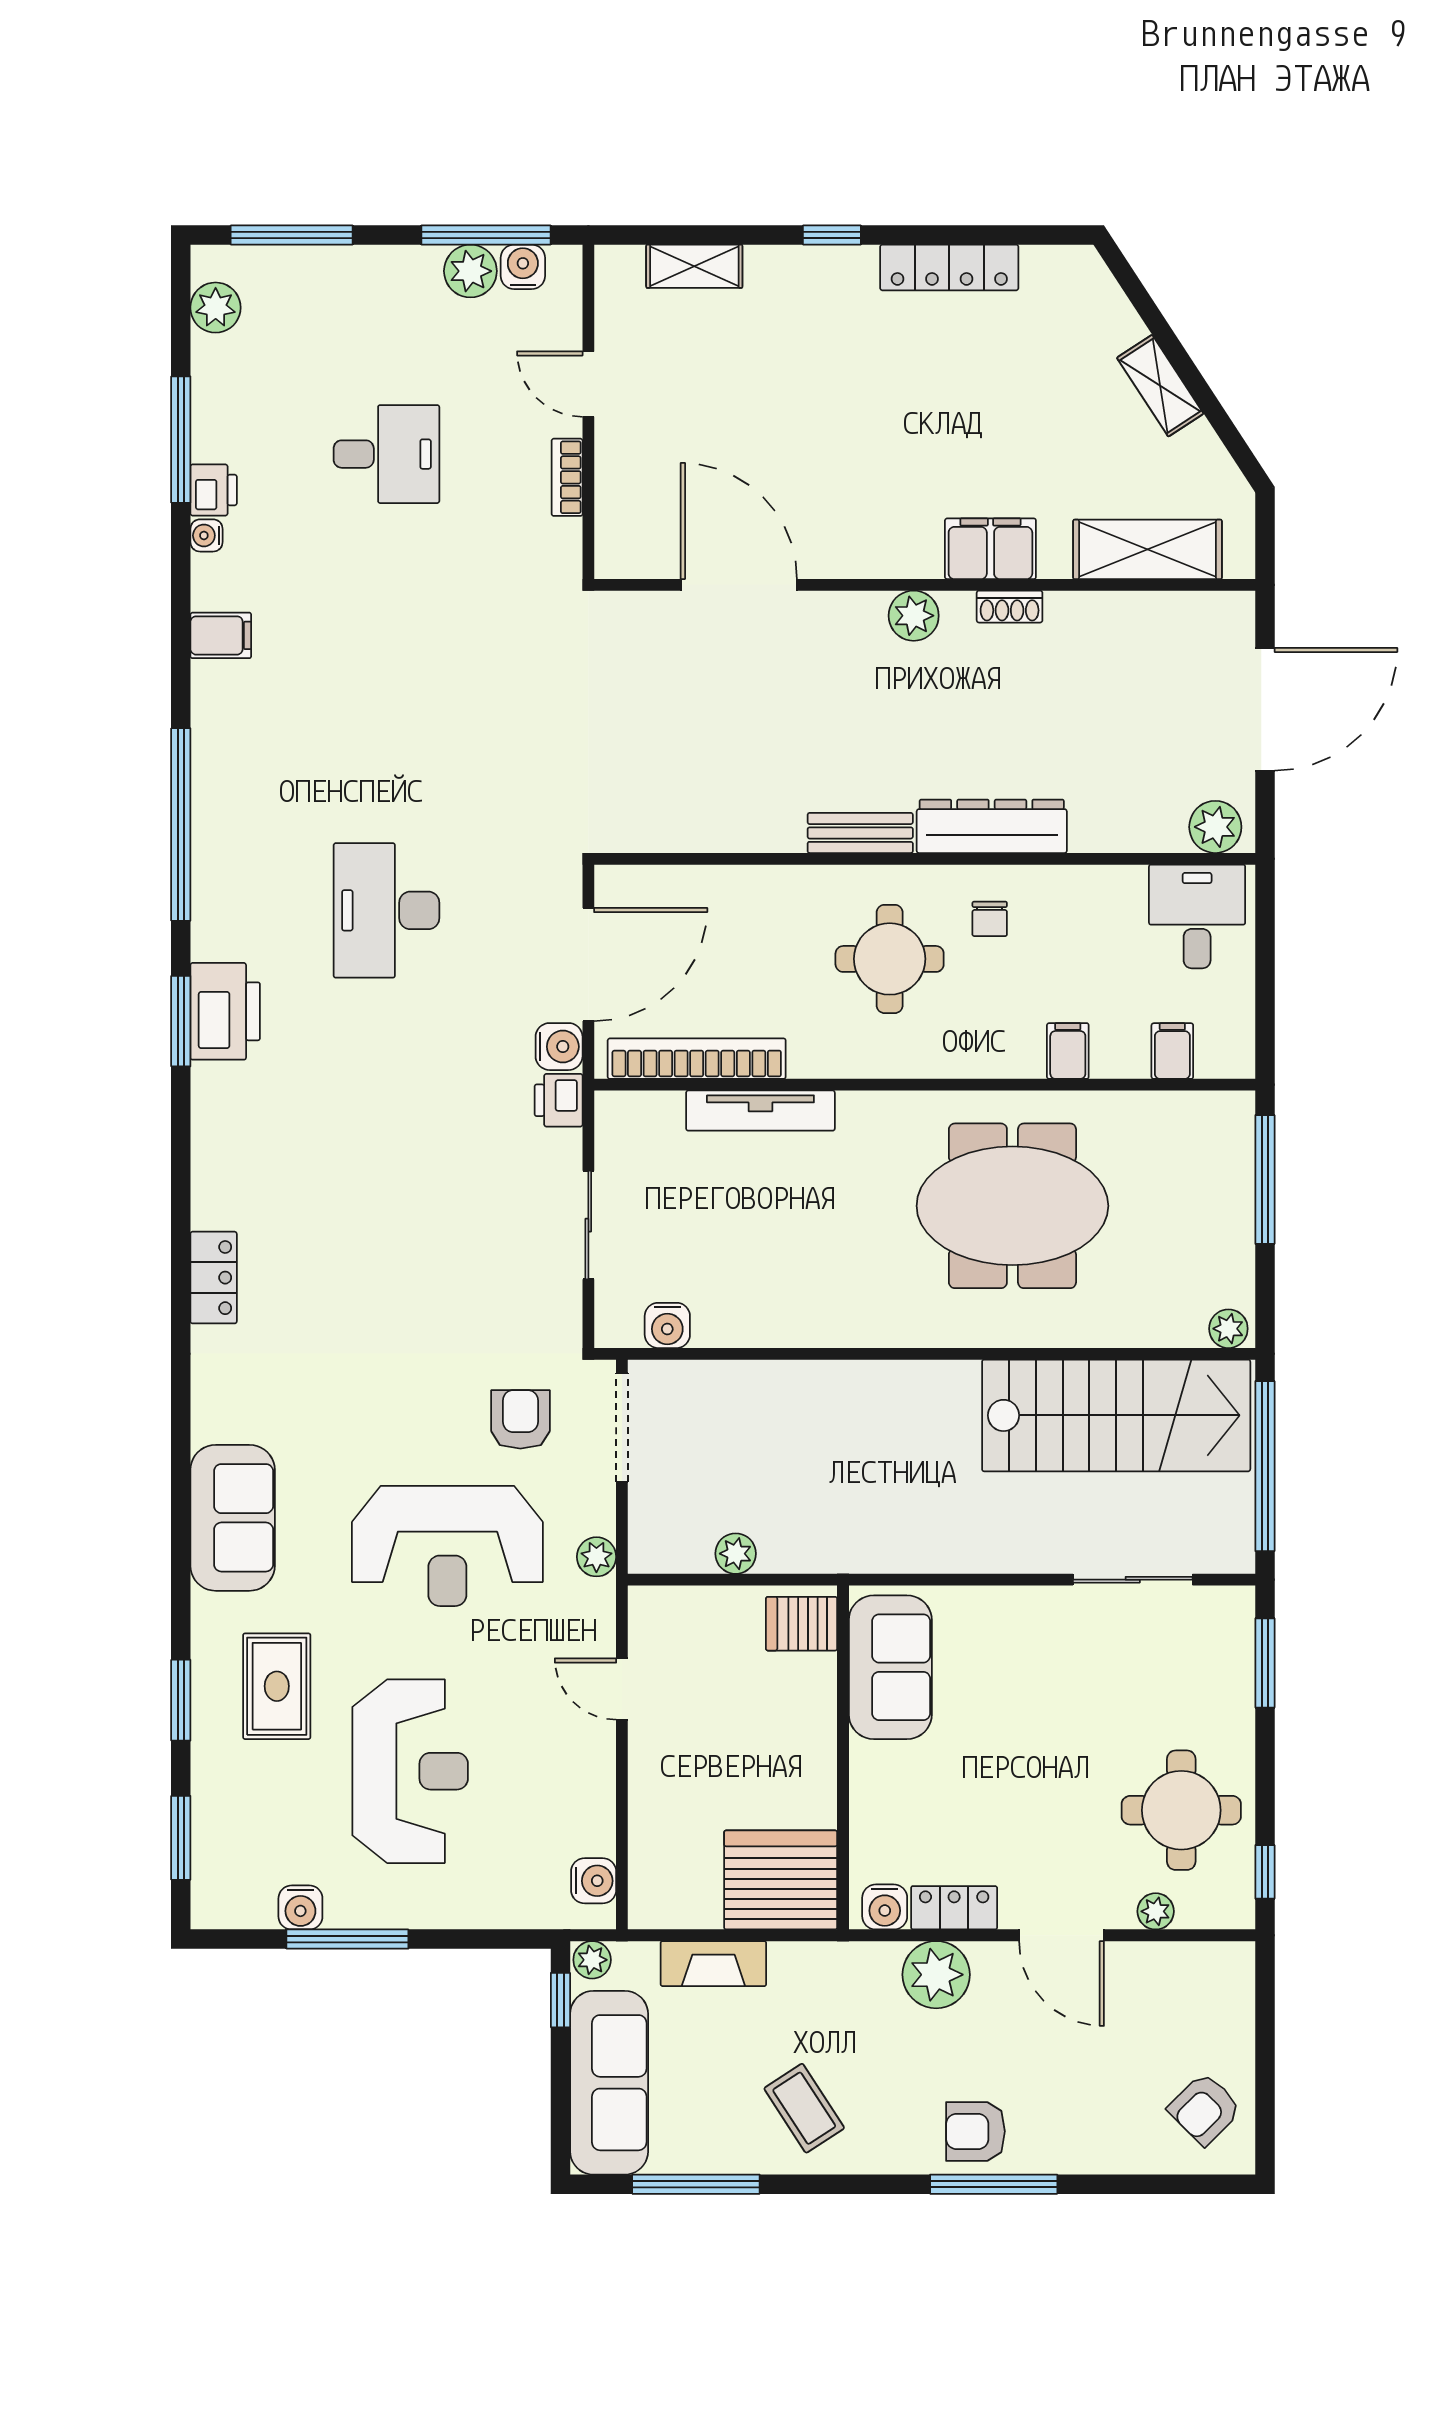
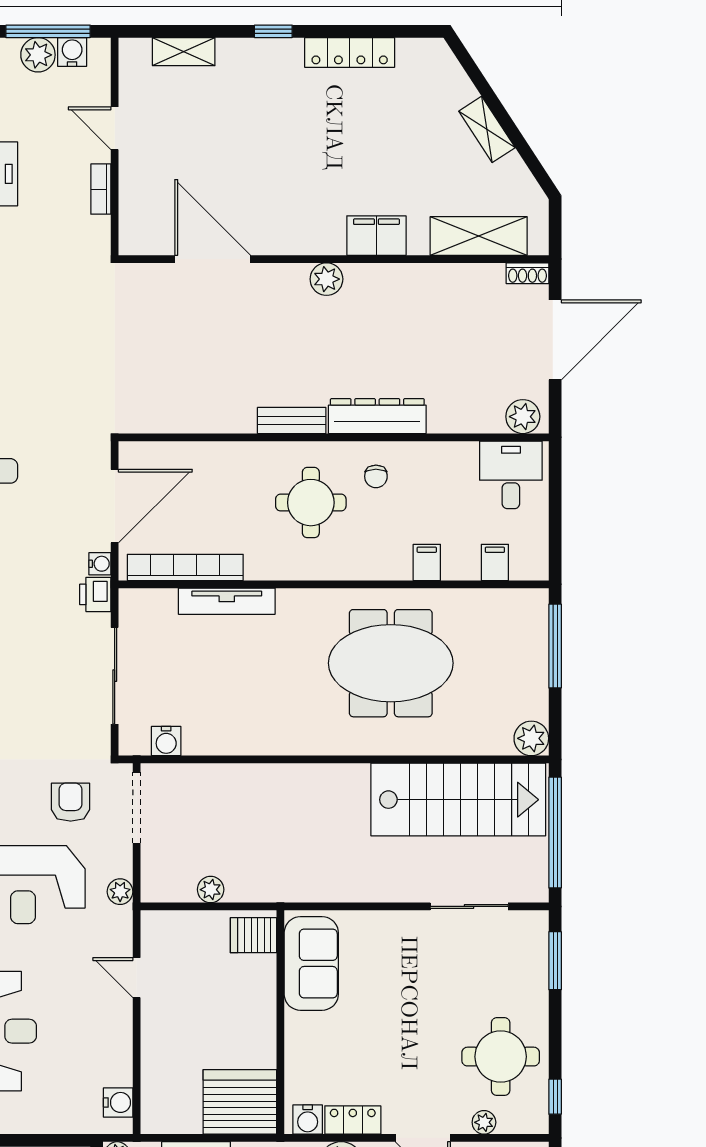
shoe rack: (1010, 607) -> (527, 273), moved
water cooler: (559, 1047) -> (100, 564), width x0.72, depth x0.72
sliding door: (588, 1225) -> (115, 676), width x1.37
plant: (1228, 1329) -> (531, 738), width x1.38, depth x1.38

